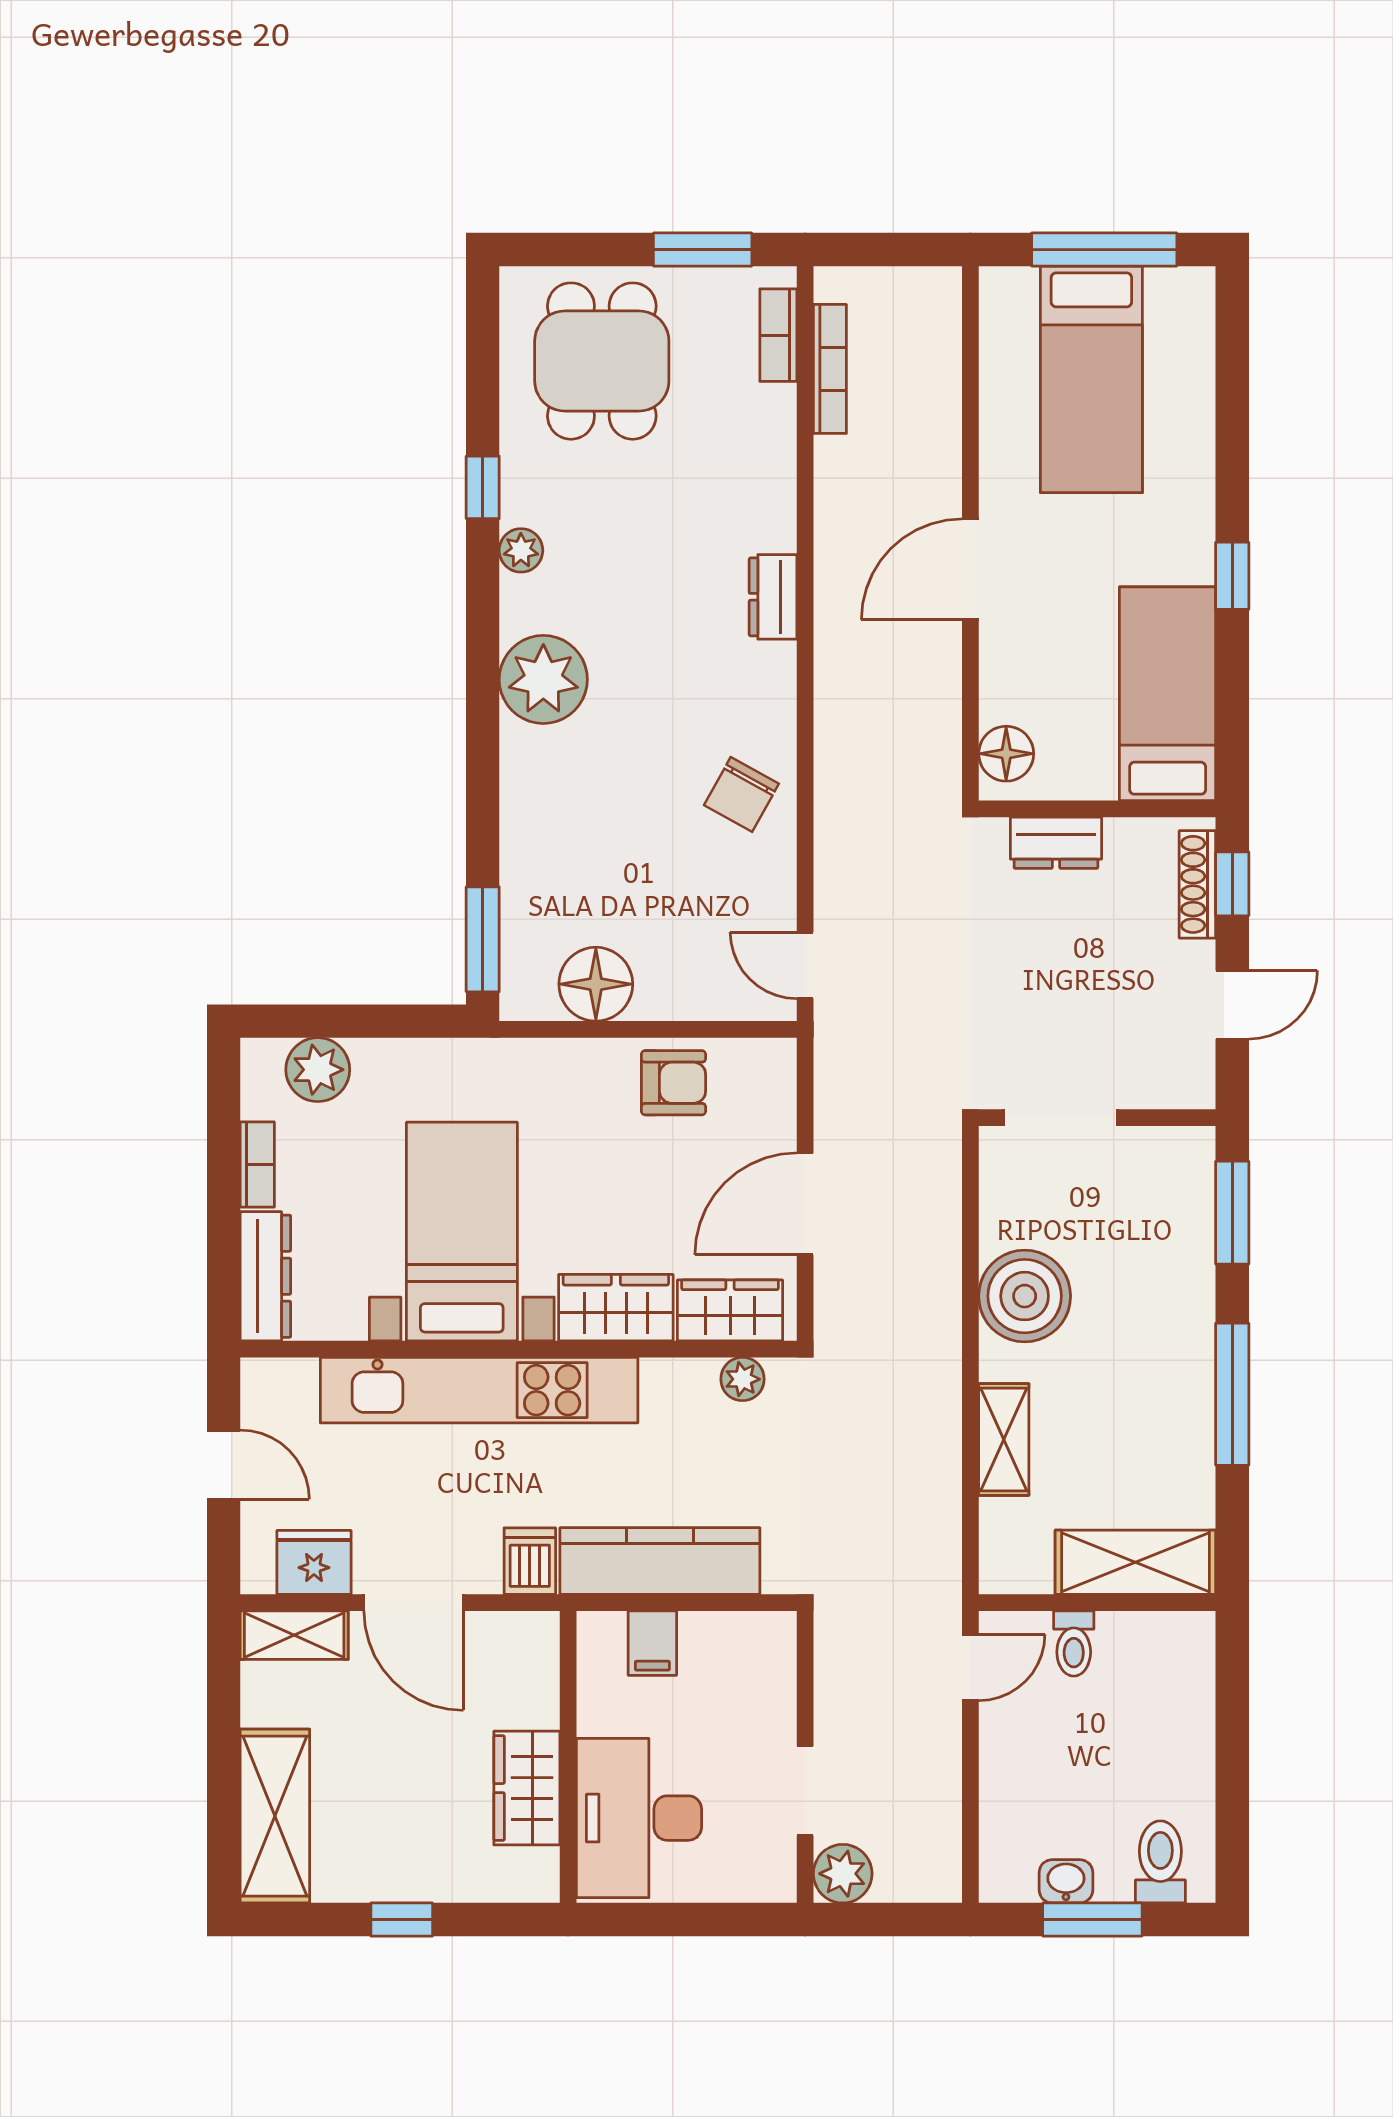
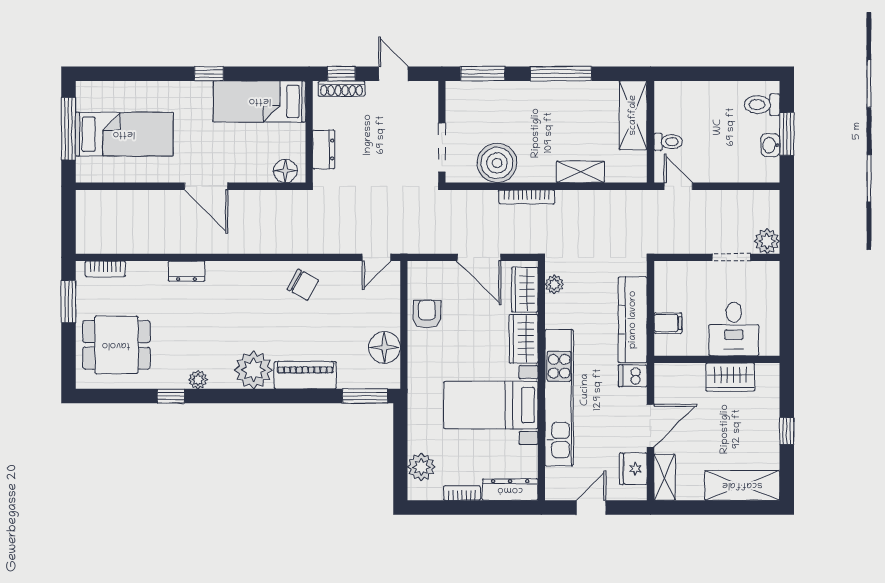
bookcase: (830, 369) -> (527, 197), moved, turned 180
dresser: (773, 597) -> (187, 271), moved
piano: (531, 800) -> (305, 375), added
boiler: (1025, 1296) -> (497, 163), moved
desk: (639, 1818) -> (734, 329), width x0.73

